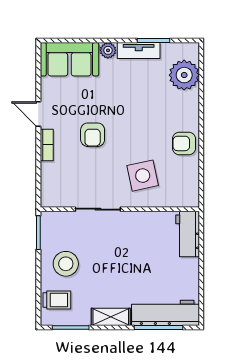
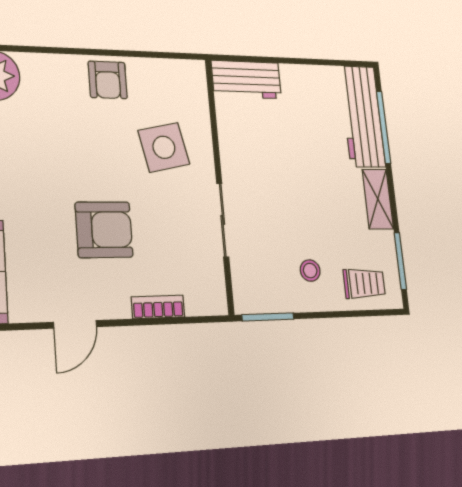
armchair: (93, 135) -> (104, 230), width x1.38, depth x1.38
bookcase: (47, 145) -> (158, 307), moved
stool: (66, 264) -> (310, 271), width x0.53, depth x0.53
trolley: (57, 300) -> (364, 284), turned 90

